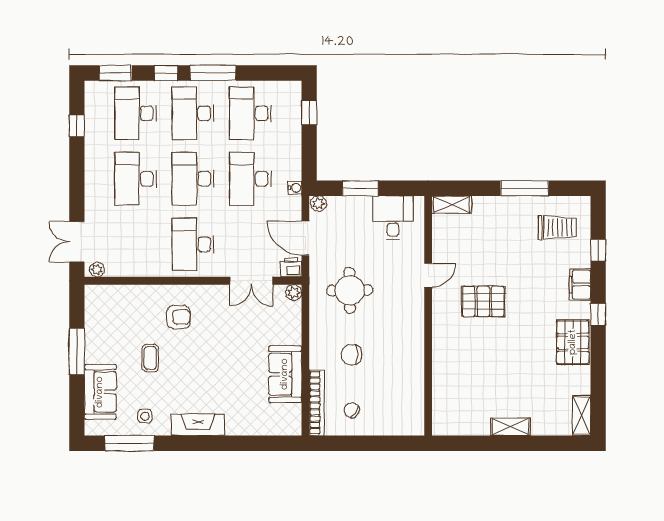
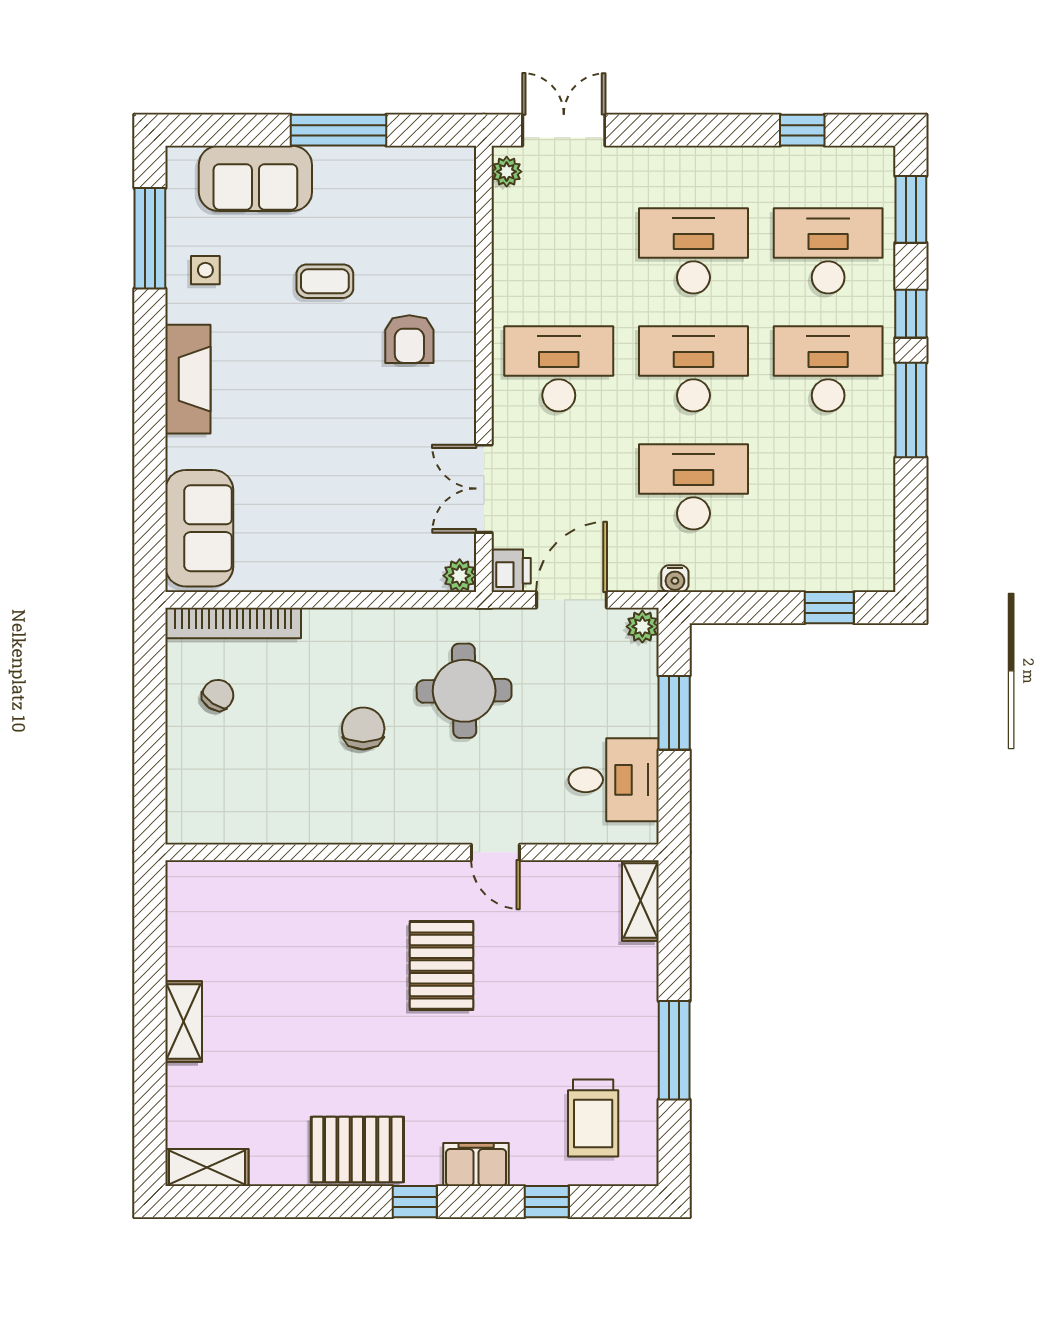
desk: (250, 113) -> (828, 487), removed
chair: (351, 355) -> (363, 729), moved
sofa: (285, 374) -> (199, 528), moved, turned 90

